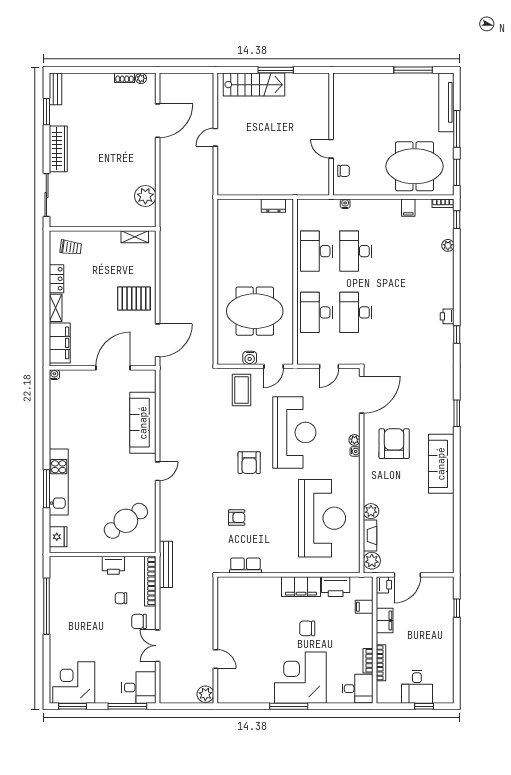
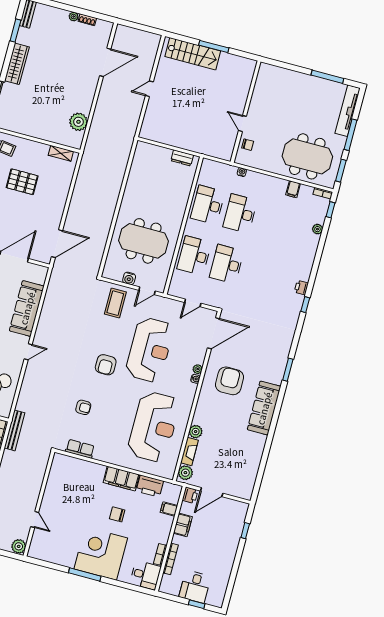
plant: (141, 78) -> (74, 17), moved
pallet: (134, 299) -> (22, 182), moved

